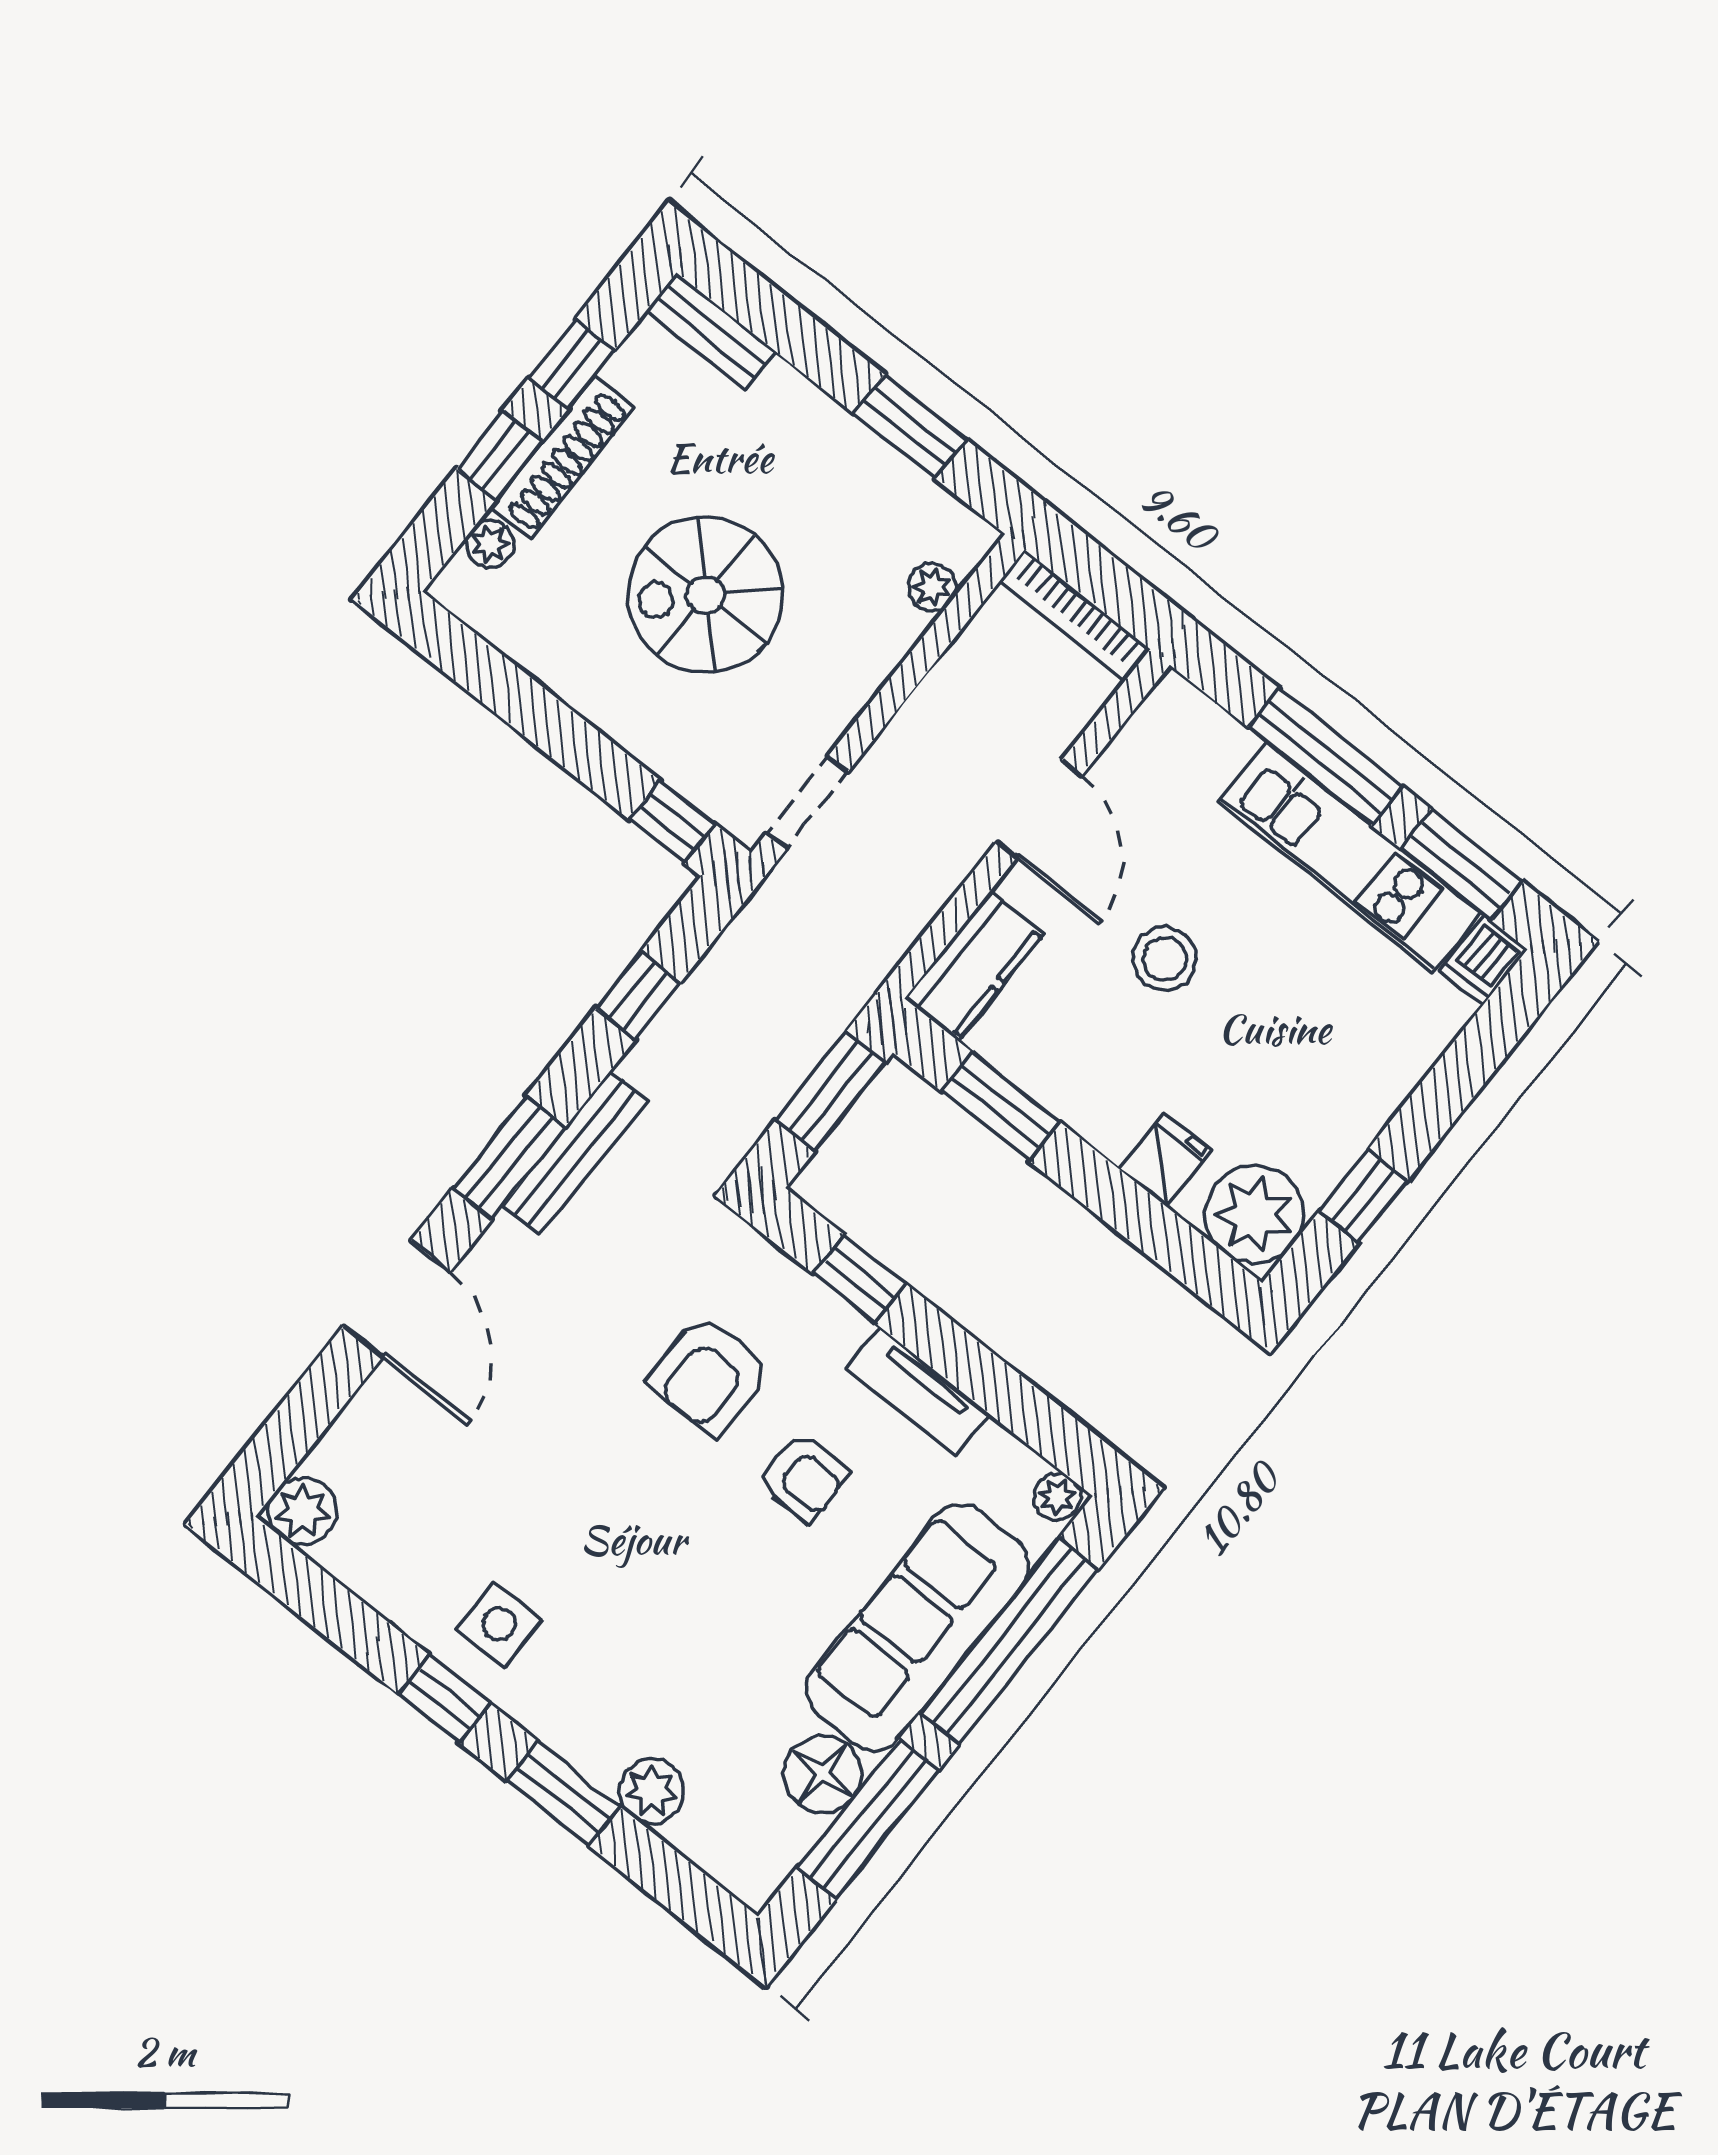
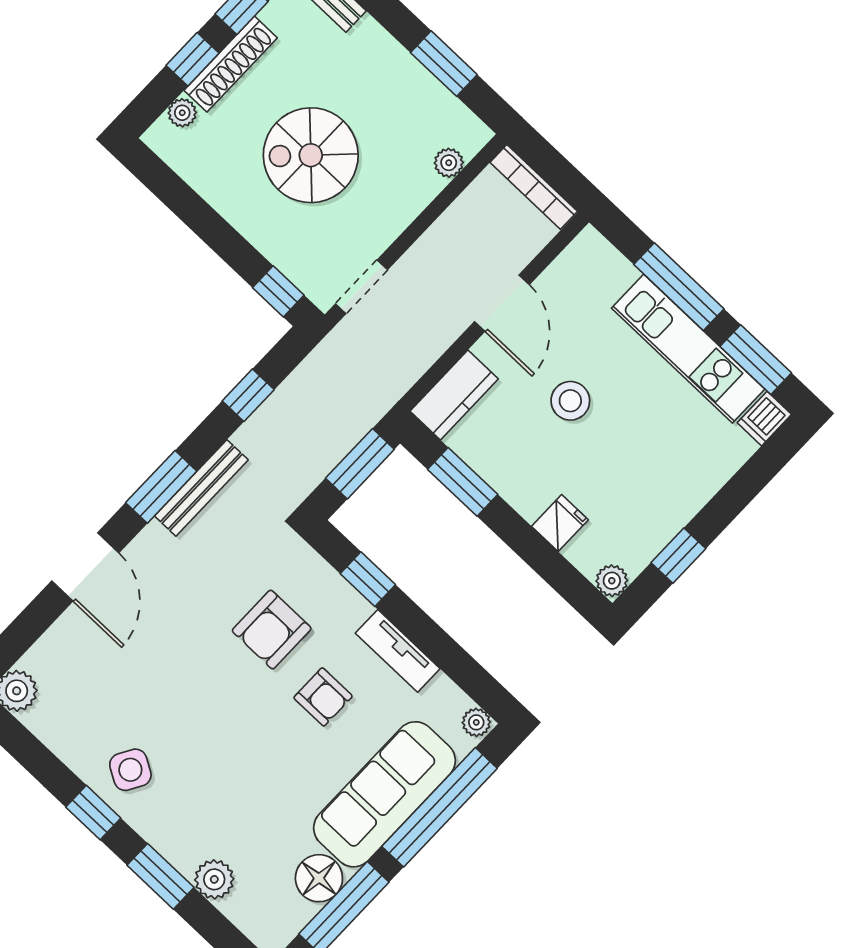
plant: (1254, 1214) -> (612, 581), width x0.53, depth x0.53
side table: (499, 1624) -> (130, 770), turned 30

